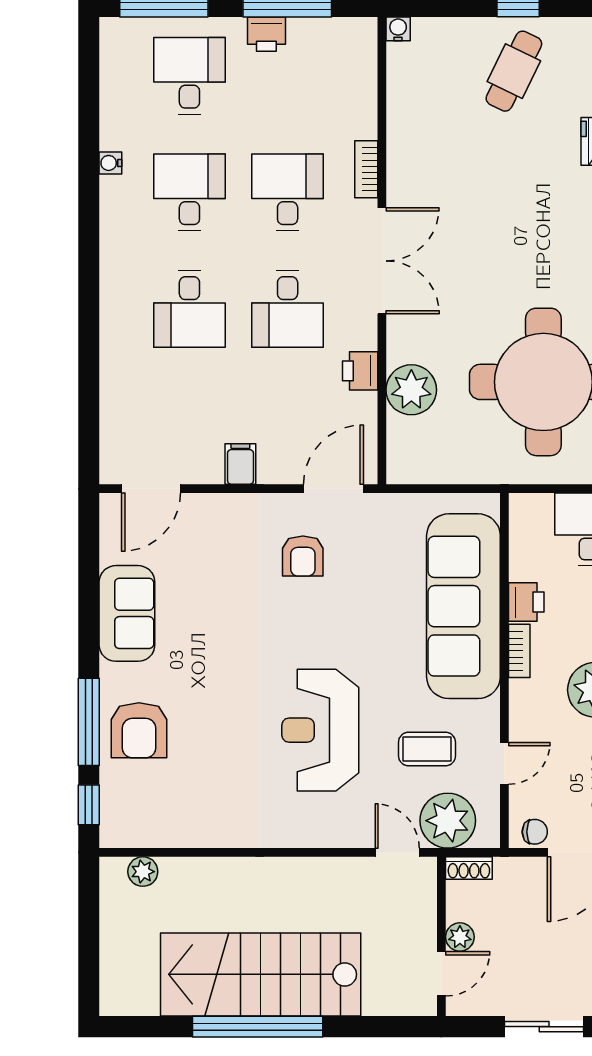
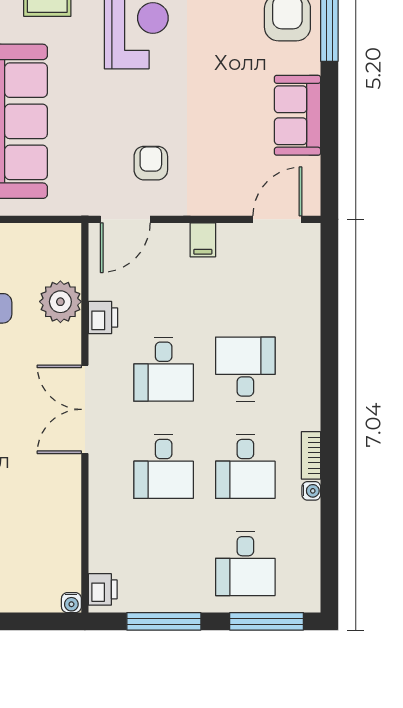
printer: (266, 34) -> (103, 589), moved, turned 90
bookcase: (366, 169) -> (311, 455), moved, turned 180
desk: (288, 309) -> (164, 369), turned 180

